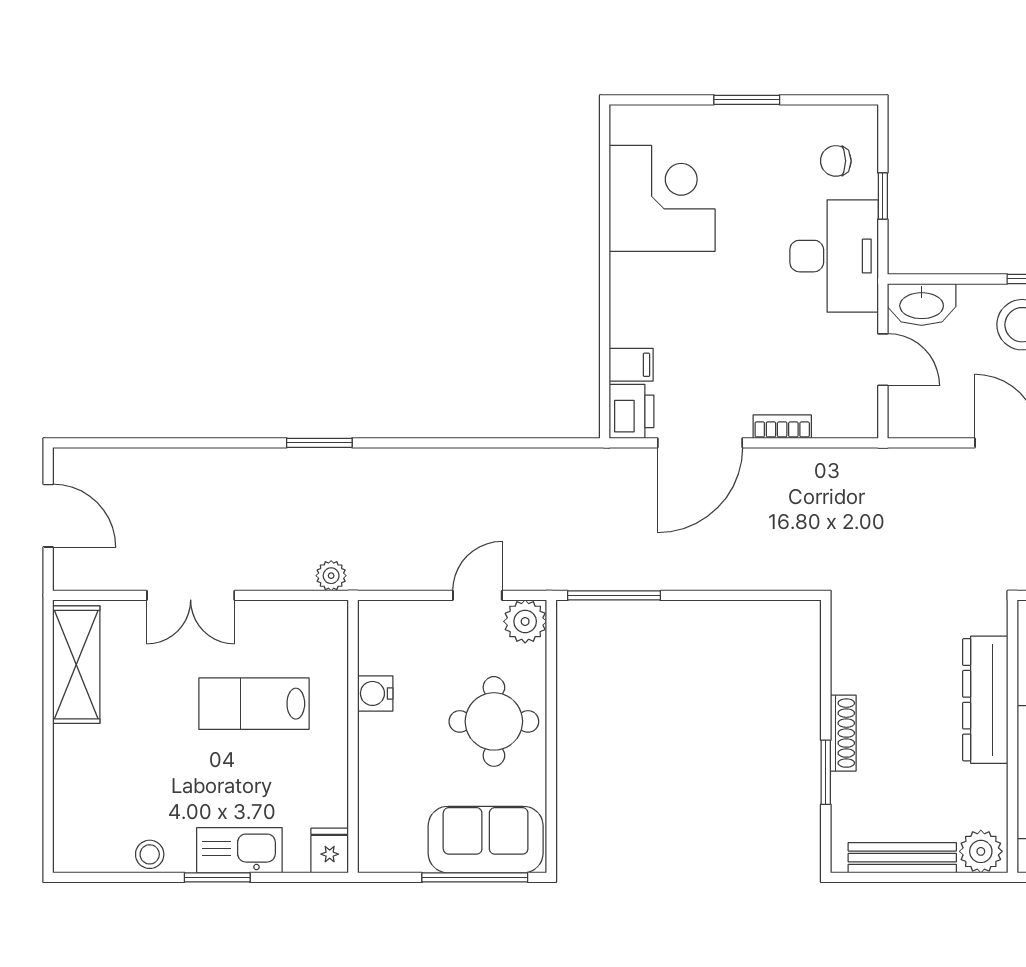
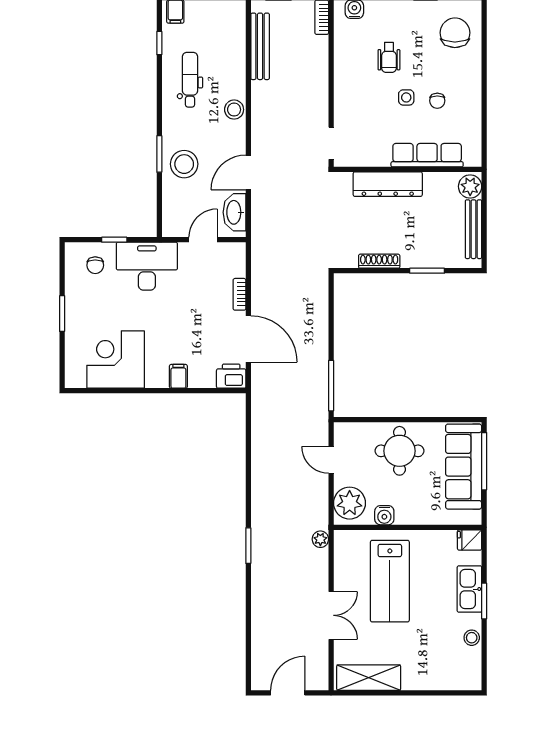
washbasin: (922, 304) -> (234, 212), moved, turned 180
filing cabinet: (631, 365) -> (178, 376), moved
plant: (525, 621) -> (350, 503), moved, width x1.36, depth x1.36
lab bench: (254, 704) -> (390, 581), width x1.36, depth x1.39
shoe rack: (843, 733) -> (379, 261), moved
sofa: (486, 840) -> (464, 467), width x1.36

